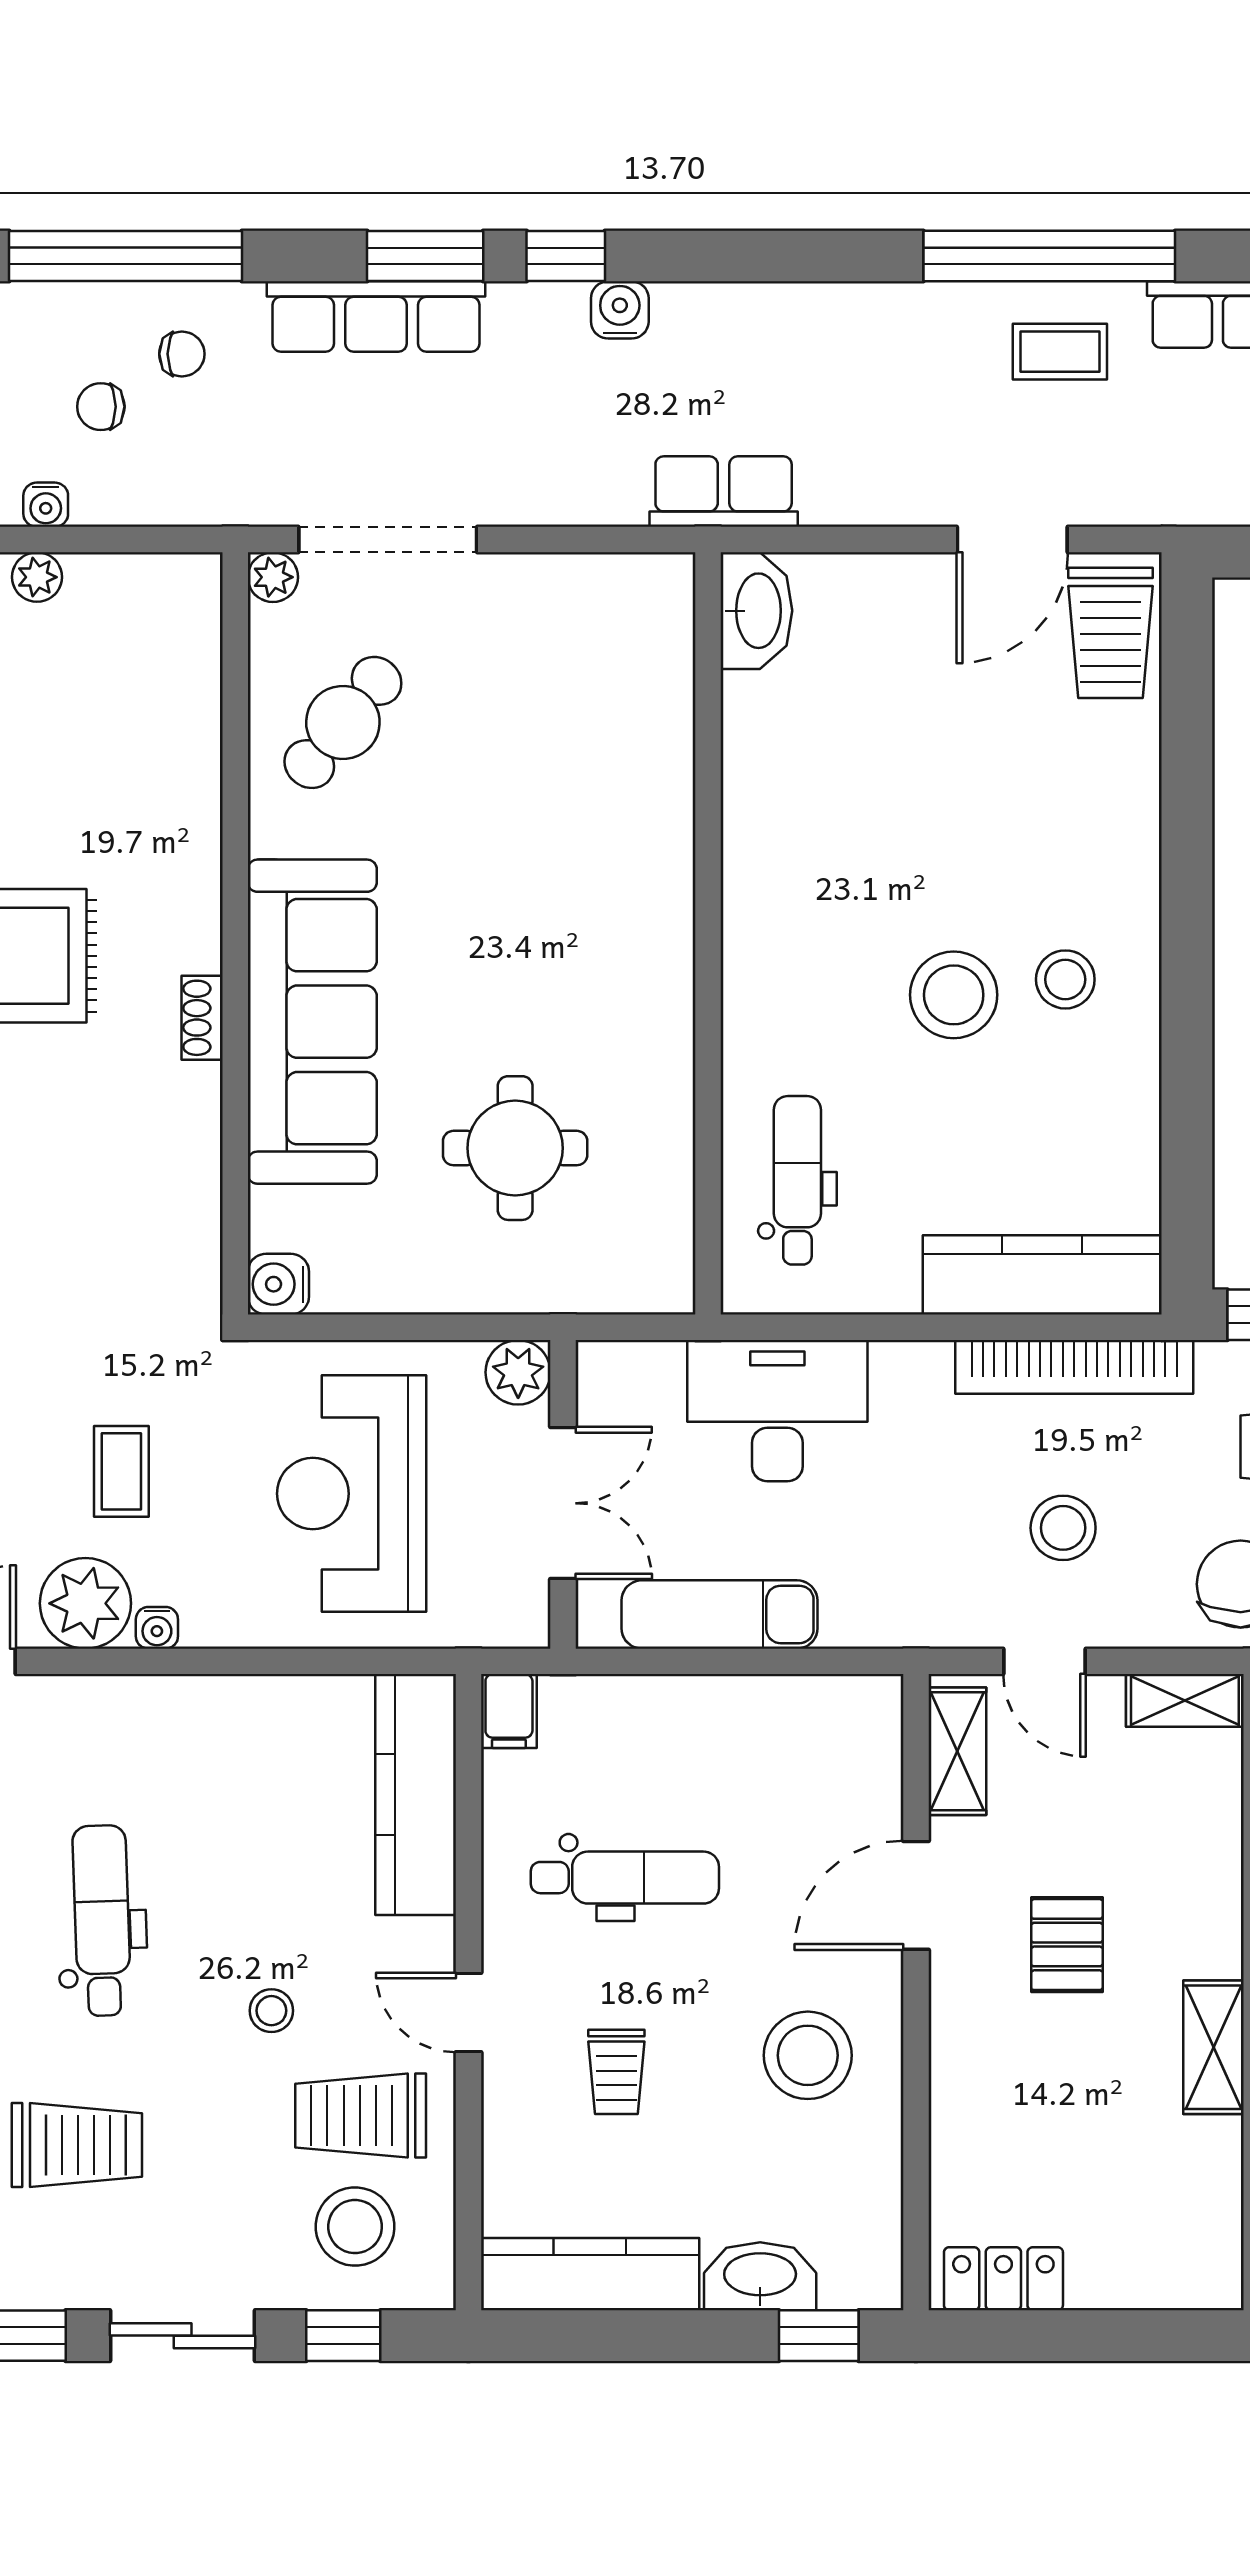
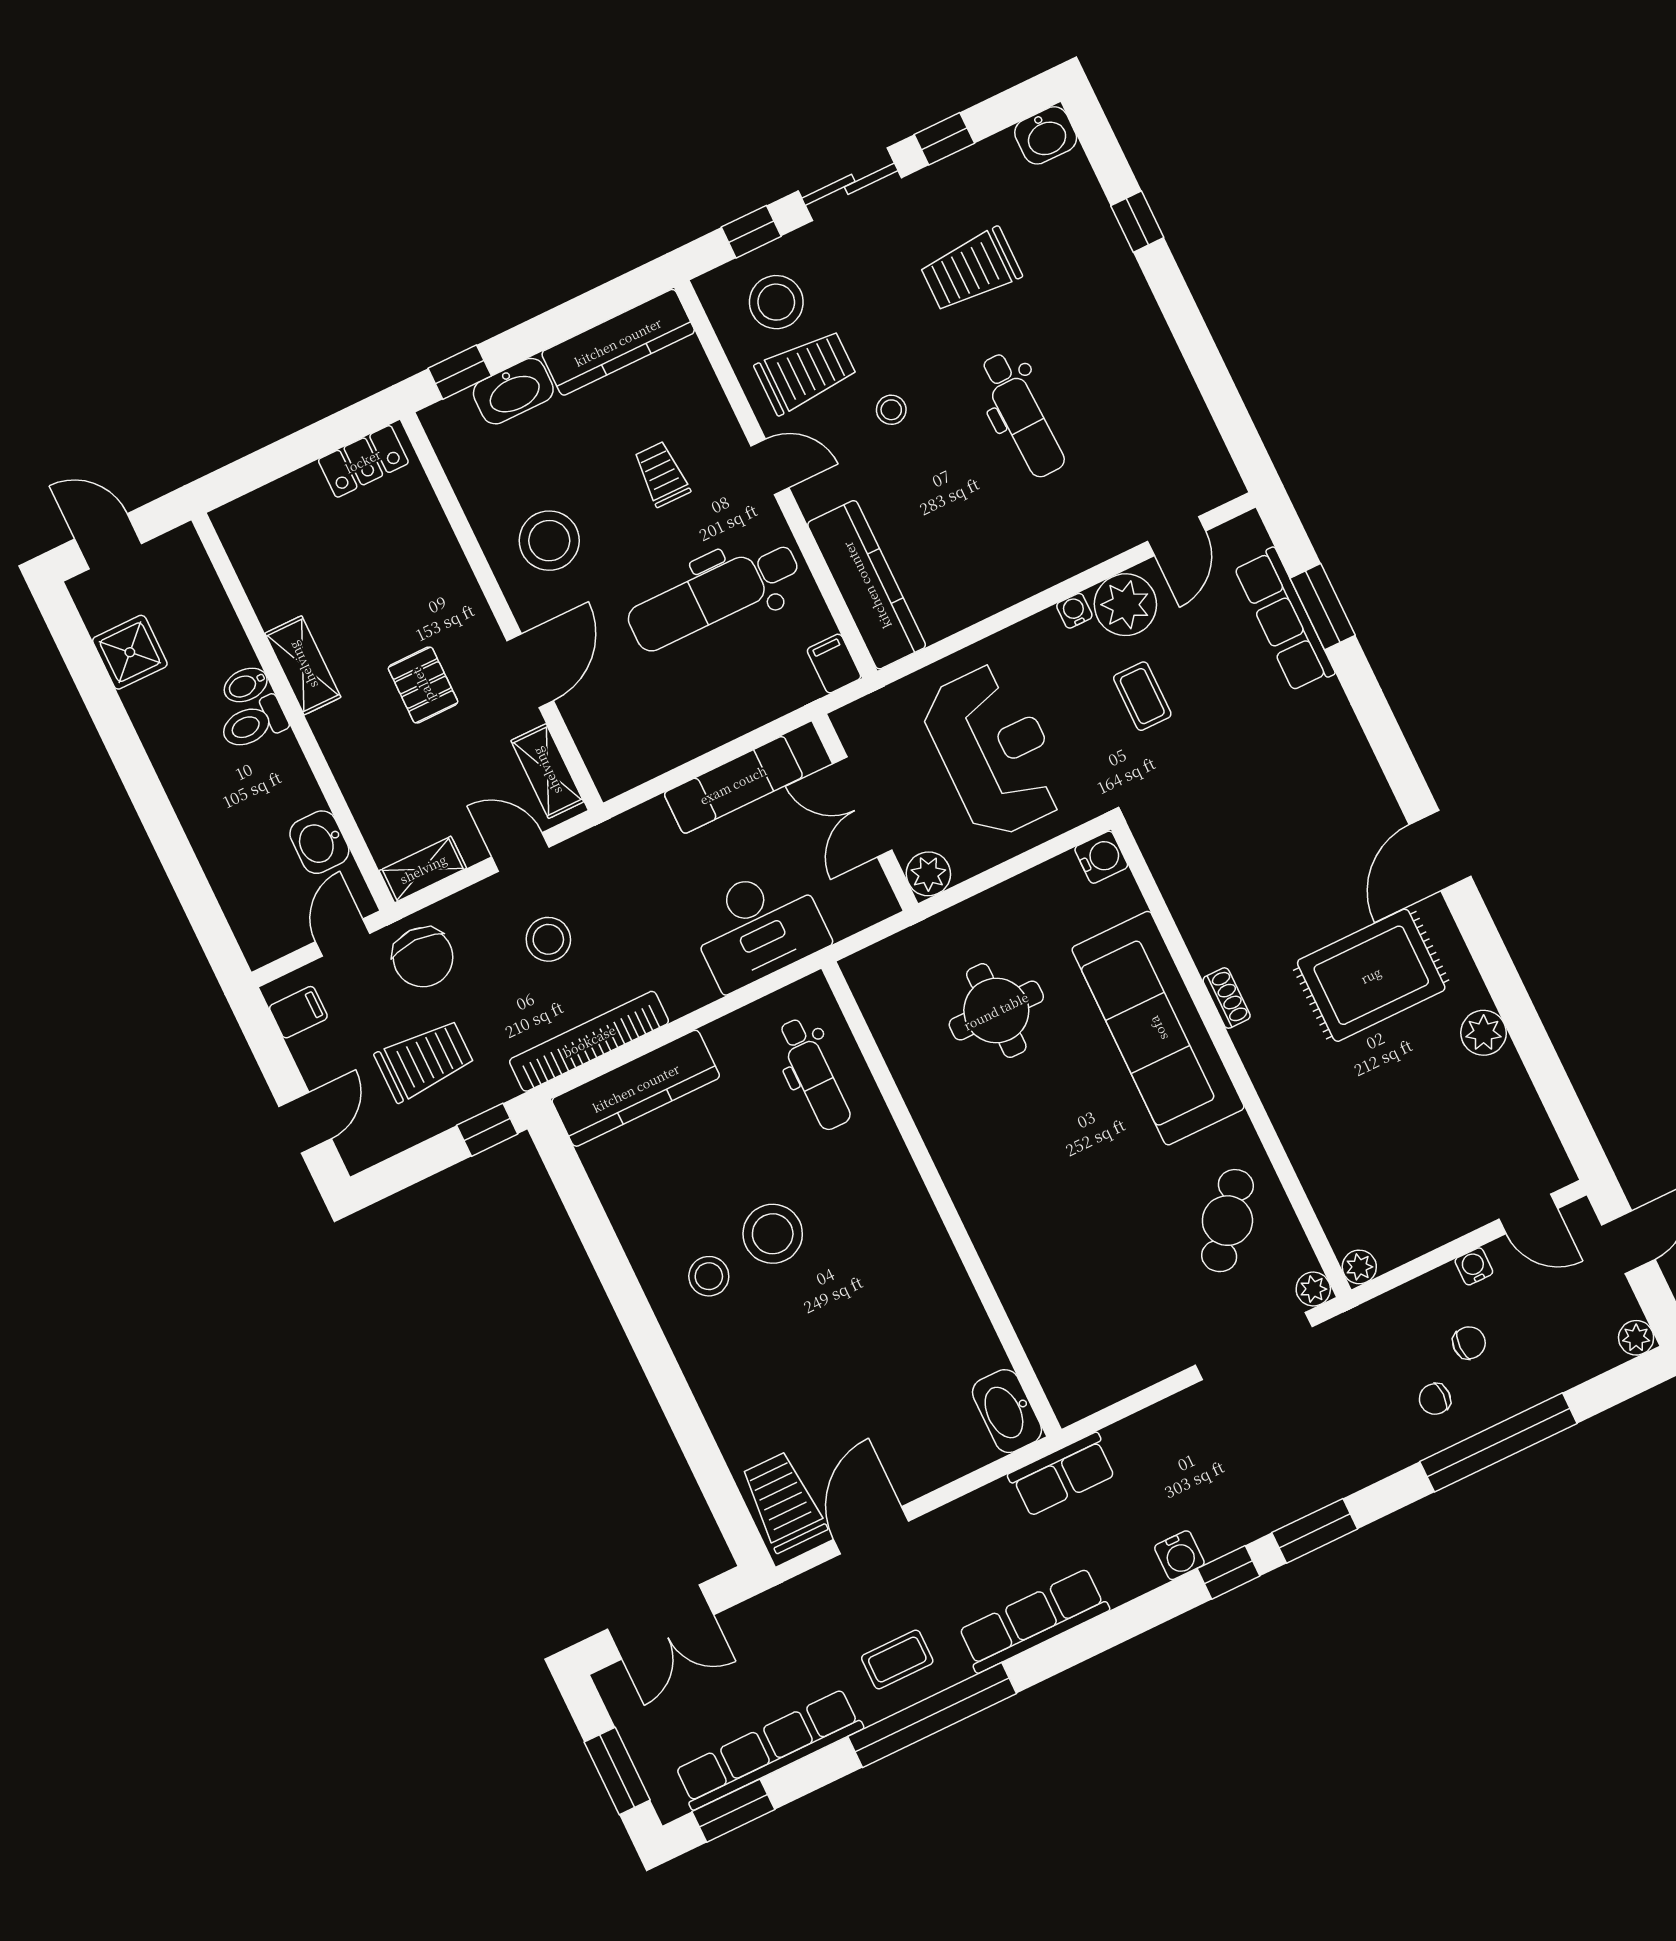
row of seats: (376, 317) -> (1033, 1621), moved
plant: (37, 577) -> (1359, 1267), moved
dental chair: (625, 1878) -> (714, 596), width x1.36, depth x1.38

